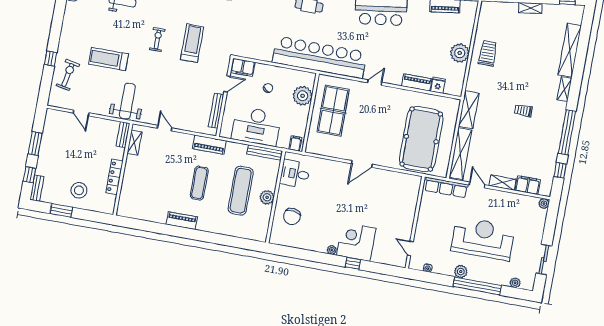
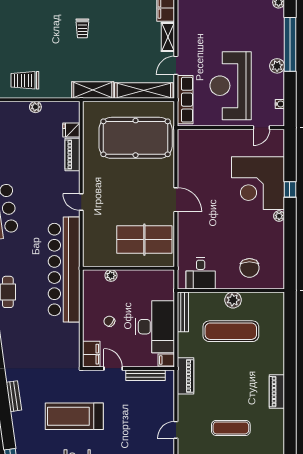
treadmill: (192, 43) -> (74, 416), width x1.37, depth x1.38
plant: (460, 53) -> (35, 107), width x0.53, depth x0.53
plant: (303, 96) -> (111, 276), width x0.53, depth x0.53
table tennis table: (333, 111) -> (144, 240), moved
filing cabinet: (295, 143) -> (166, 360), moved
exercise mat: (199, 183) -> (231, 428), moved
chair: (292, 216) -> (249, 268), turned 82
reception desk: (483, 239) -> (231, 86), moved
corner desk: (356, 242) -> (258, 183), width x1.36, depth x1.36

